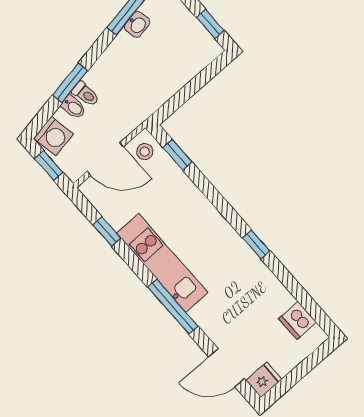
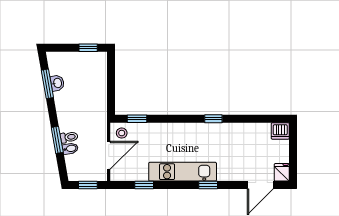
washing machine: (54, 136) -> (76, 170), removed
window: (173, 307) -> (208, 185), width x0.46
dishwasher: (298, 320) -> (280, 131), moved

